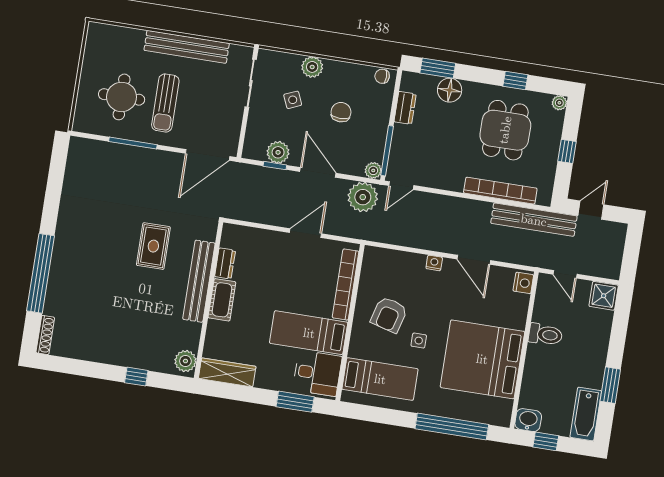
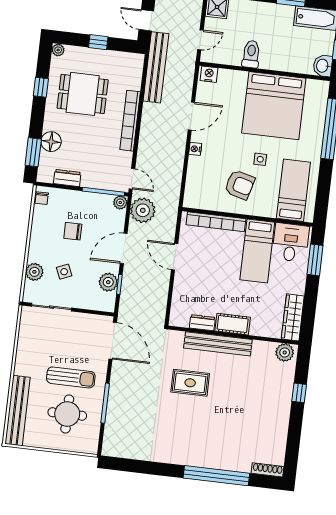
bench: (187, 47) -> (18, 411), moved
plant: (312, 67) -> (34, 272), moved
bookcase: (500, 191) -> (130, 121), moved

